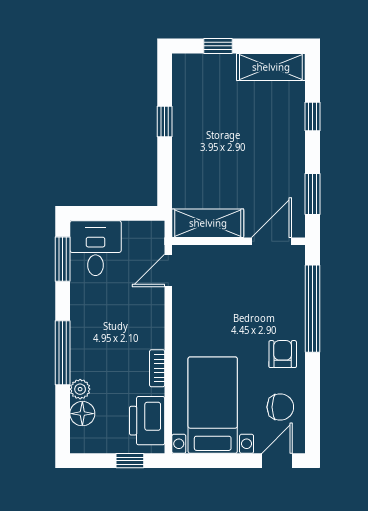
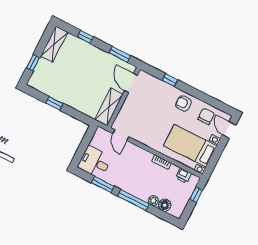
window: (63, 259) -> (103, 184), moved
window: (313, 309) -> (170, 80), width x0.32
printer: (147, 421) -> (184, 176), width x0.53, depth x0.68

